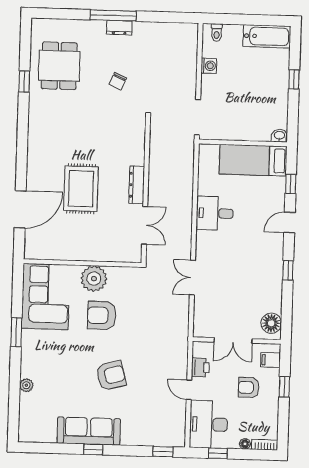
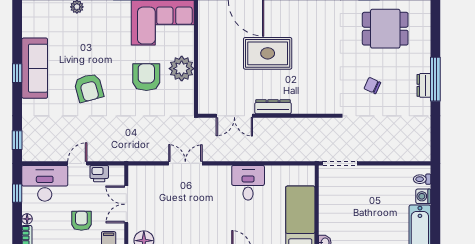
washing machine: (209, 66) -> (423, 196), moved, turned 90

